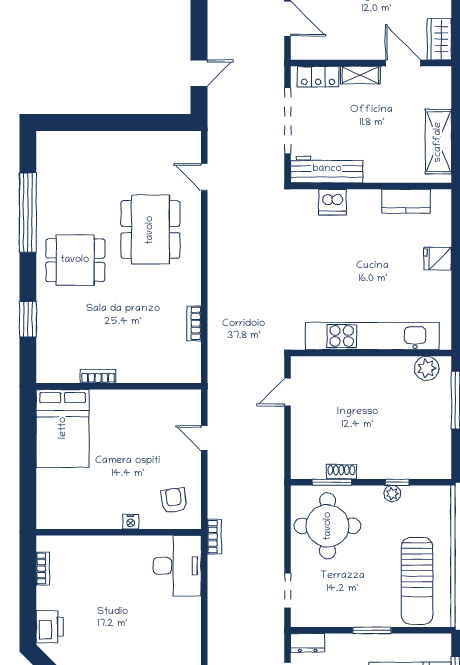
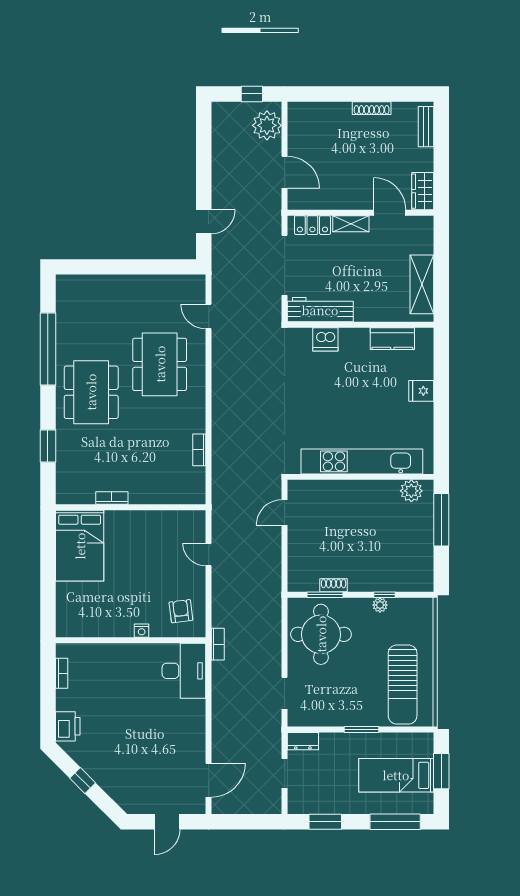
dining table: (75, 260) -> (91, 392), width x1.38

